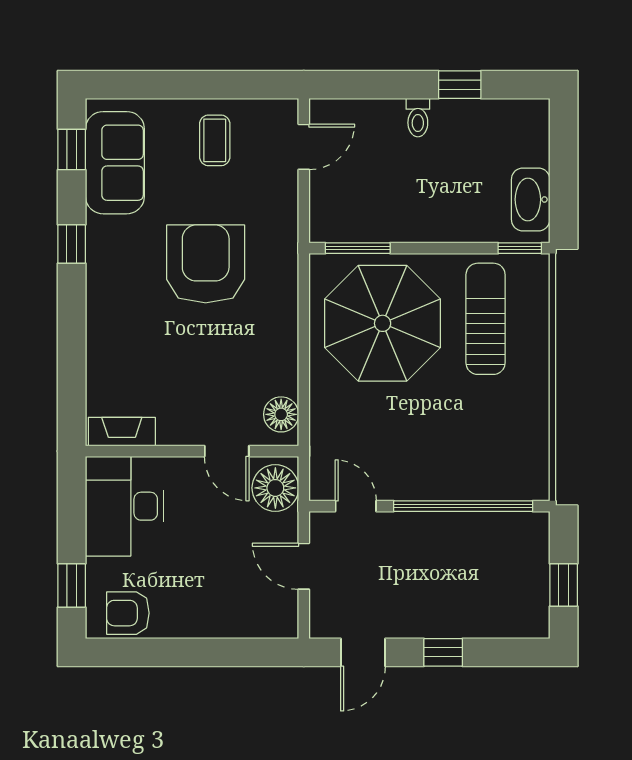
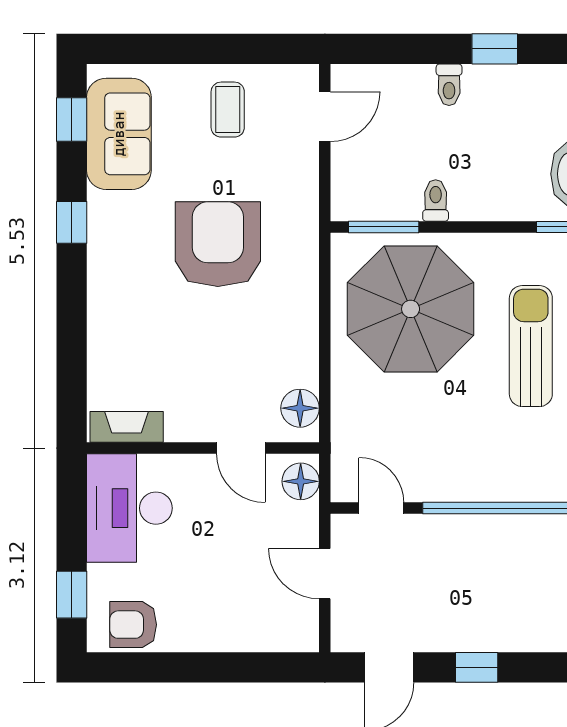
toilet: (405, 224) -> (436, 200), added
sun lounger: (486, 319) -> (531, 346), moved
floor lamp: (275, 488) -> (301, 481), width x0.73, depth x0.73

